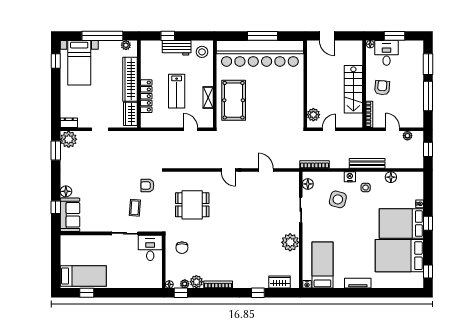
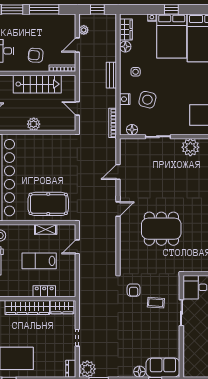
lab bench: (177, 91) -> (39, 261), turned 180
locker: (146, 96) -> (44, 291), width x0.66
plant: (313, 115) -> (34, 124), moved
bench: (367, 163) -> (111, 75), width x0.73
nightstand: (350, 177) -> (125, 99), moved
wardrobe: (408, 178) -> (126, 30), added
dining table: (192, 205) -> (161, 229), moved, width x1.38
chair: (182, 248) -> (196, 256), removed

